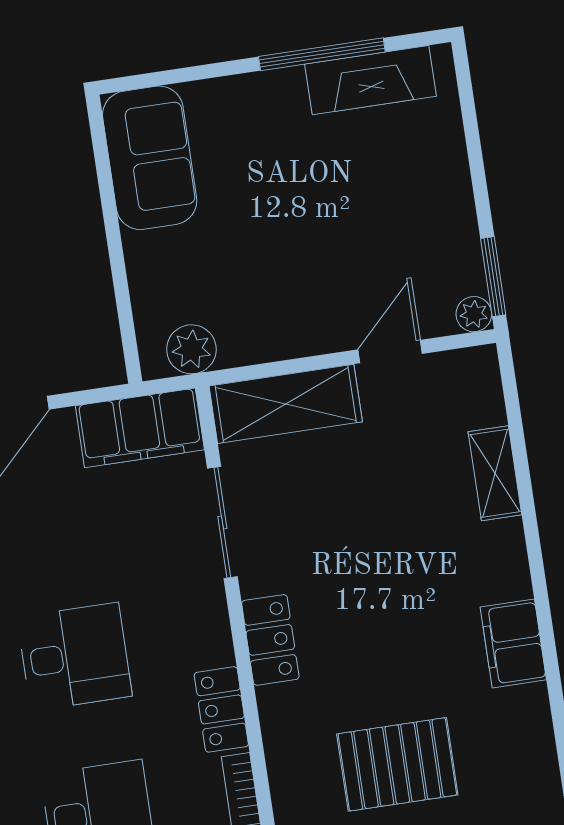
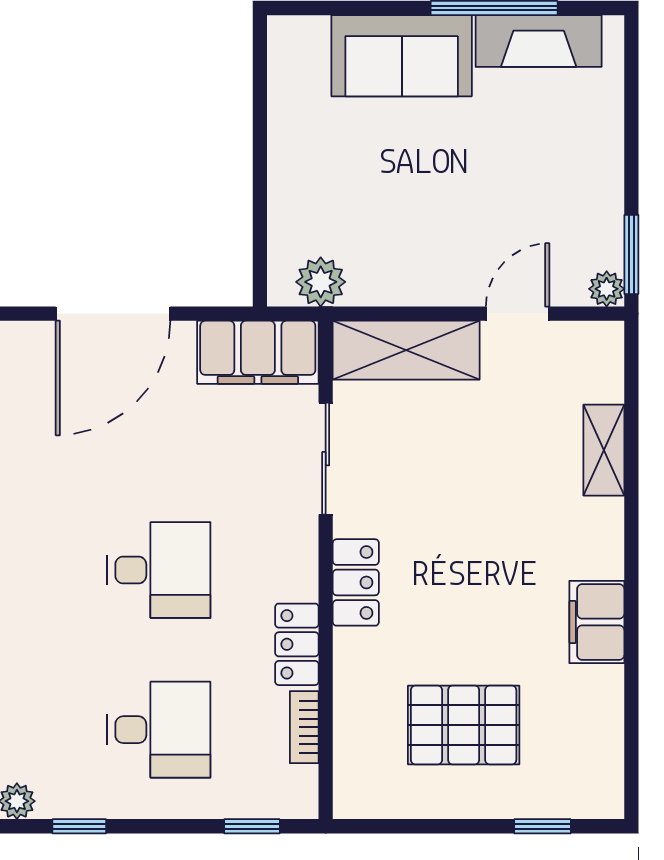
sofa: (150, 158) -> (402, 56), moved, turned 90

